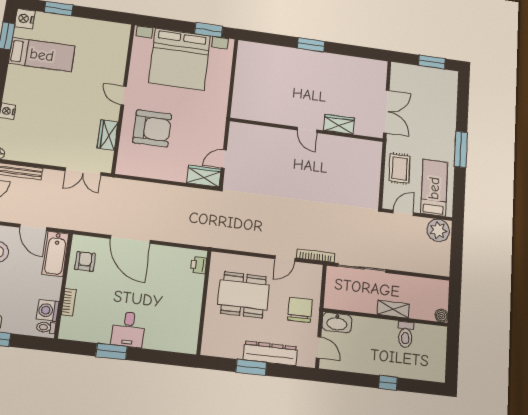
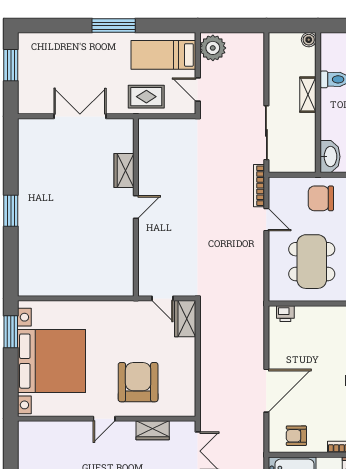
wardrobe: (339, 124) -> (124, 170), moved
door: (307, 130) -> (136, 207), moved
wall: (307, 130) -> (136, 207), moved

